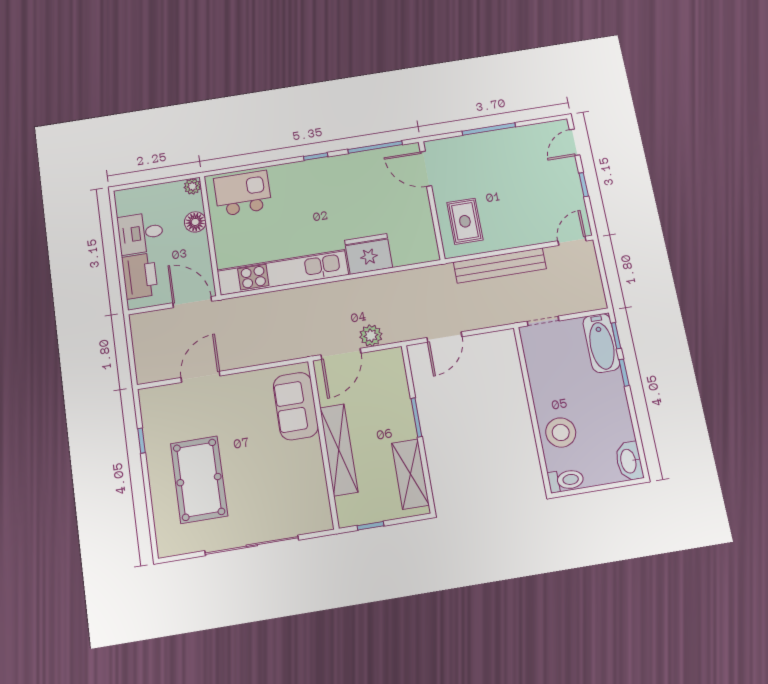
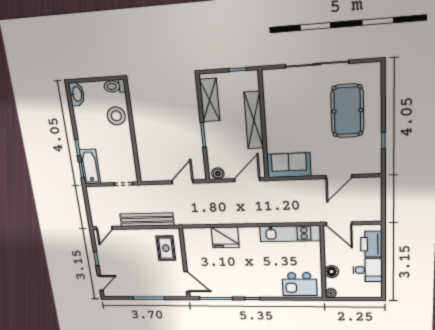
kitchen unit: (283, 272) -> (290, 234), width x0.73
plant: (371, 336) -> (228, 188), removed
boiler: (388, 358) -> (218, 174), added
sofa: (296, 406) -> (289, 165), moved, turned -90

